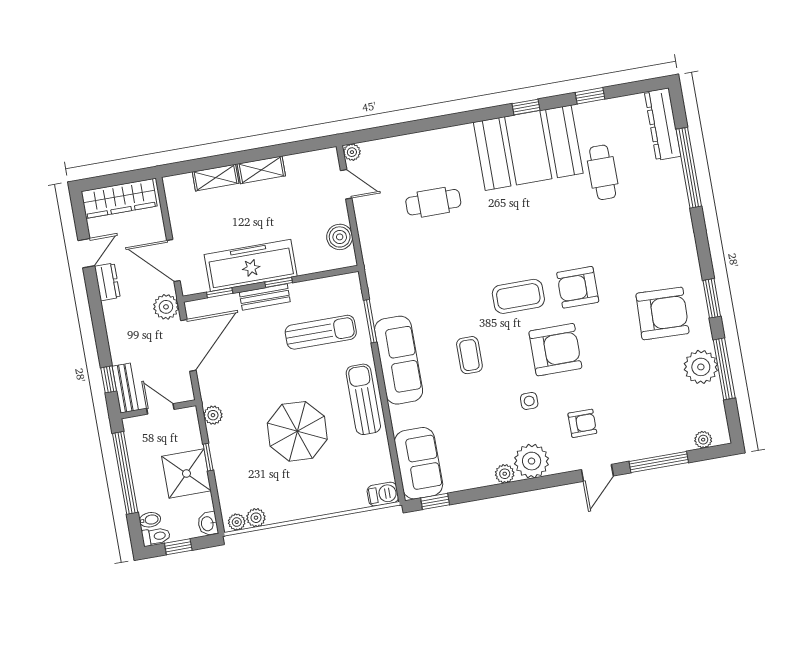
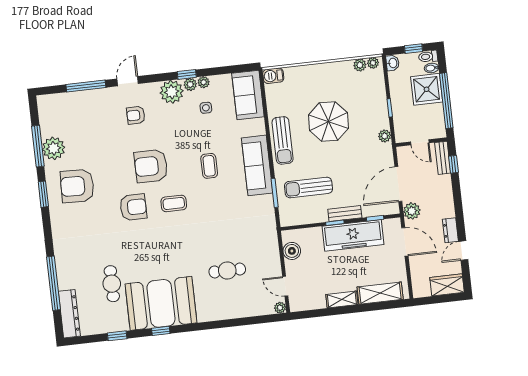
shelving: (216, 178) -> (380, 293), width x1.50, depth x1.33
wardrobe: (119, 199) -> (447, 285), width x0.67
coffee table: (518, 296) -> (174, 203), width x0.73, depth x0.77
side table: (529, 401) -> (206, 108), moved
plant: (703, 440) -> (204, 82), moved
shower: (186, 474) -> (427, 89), moved
window: (435, 501) -> (187, 74), moved

